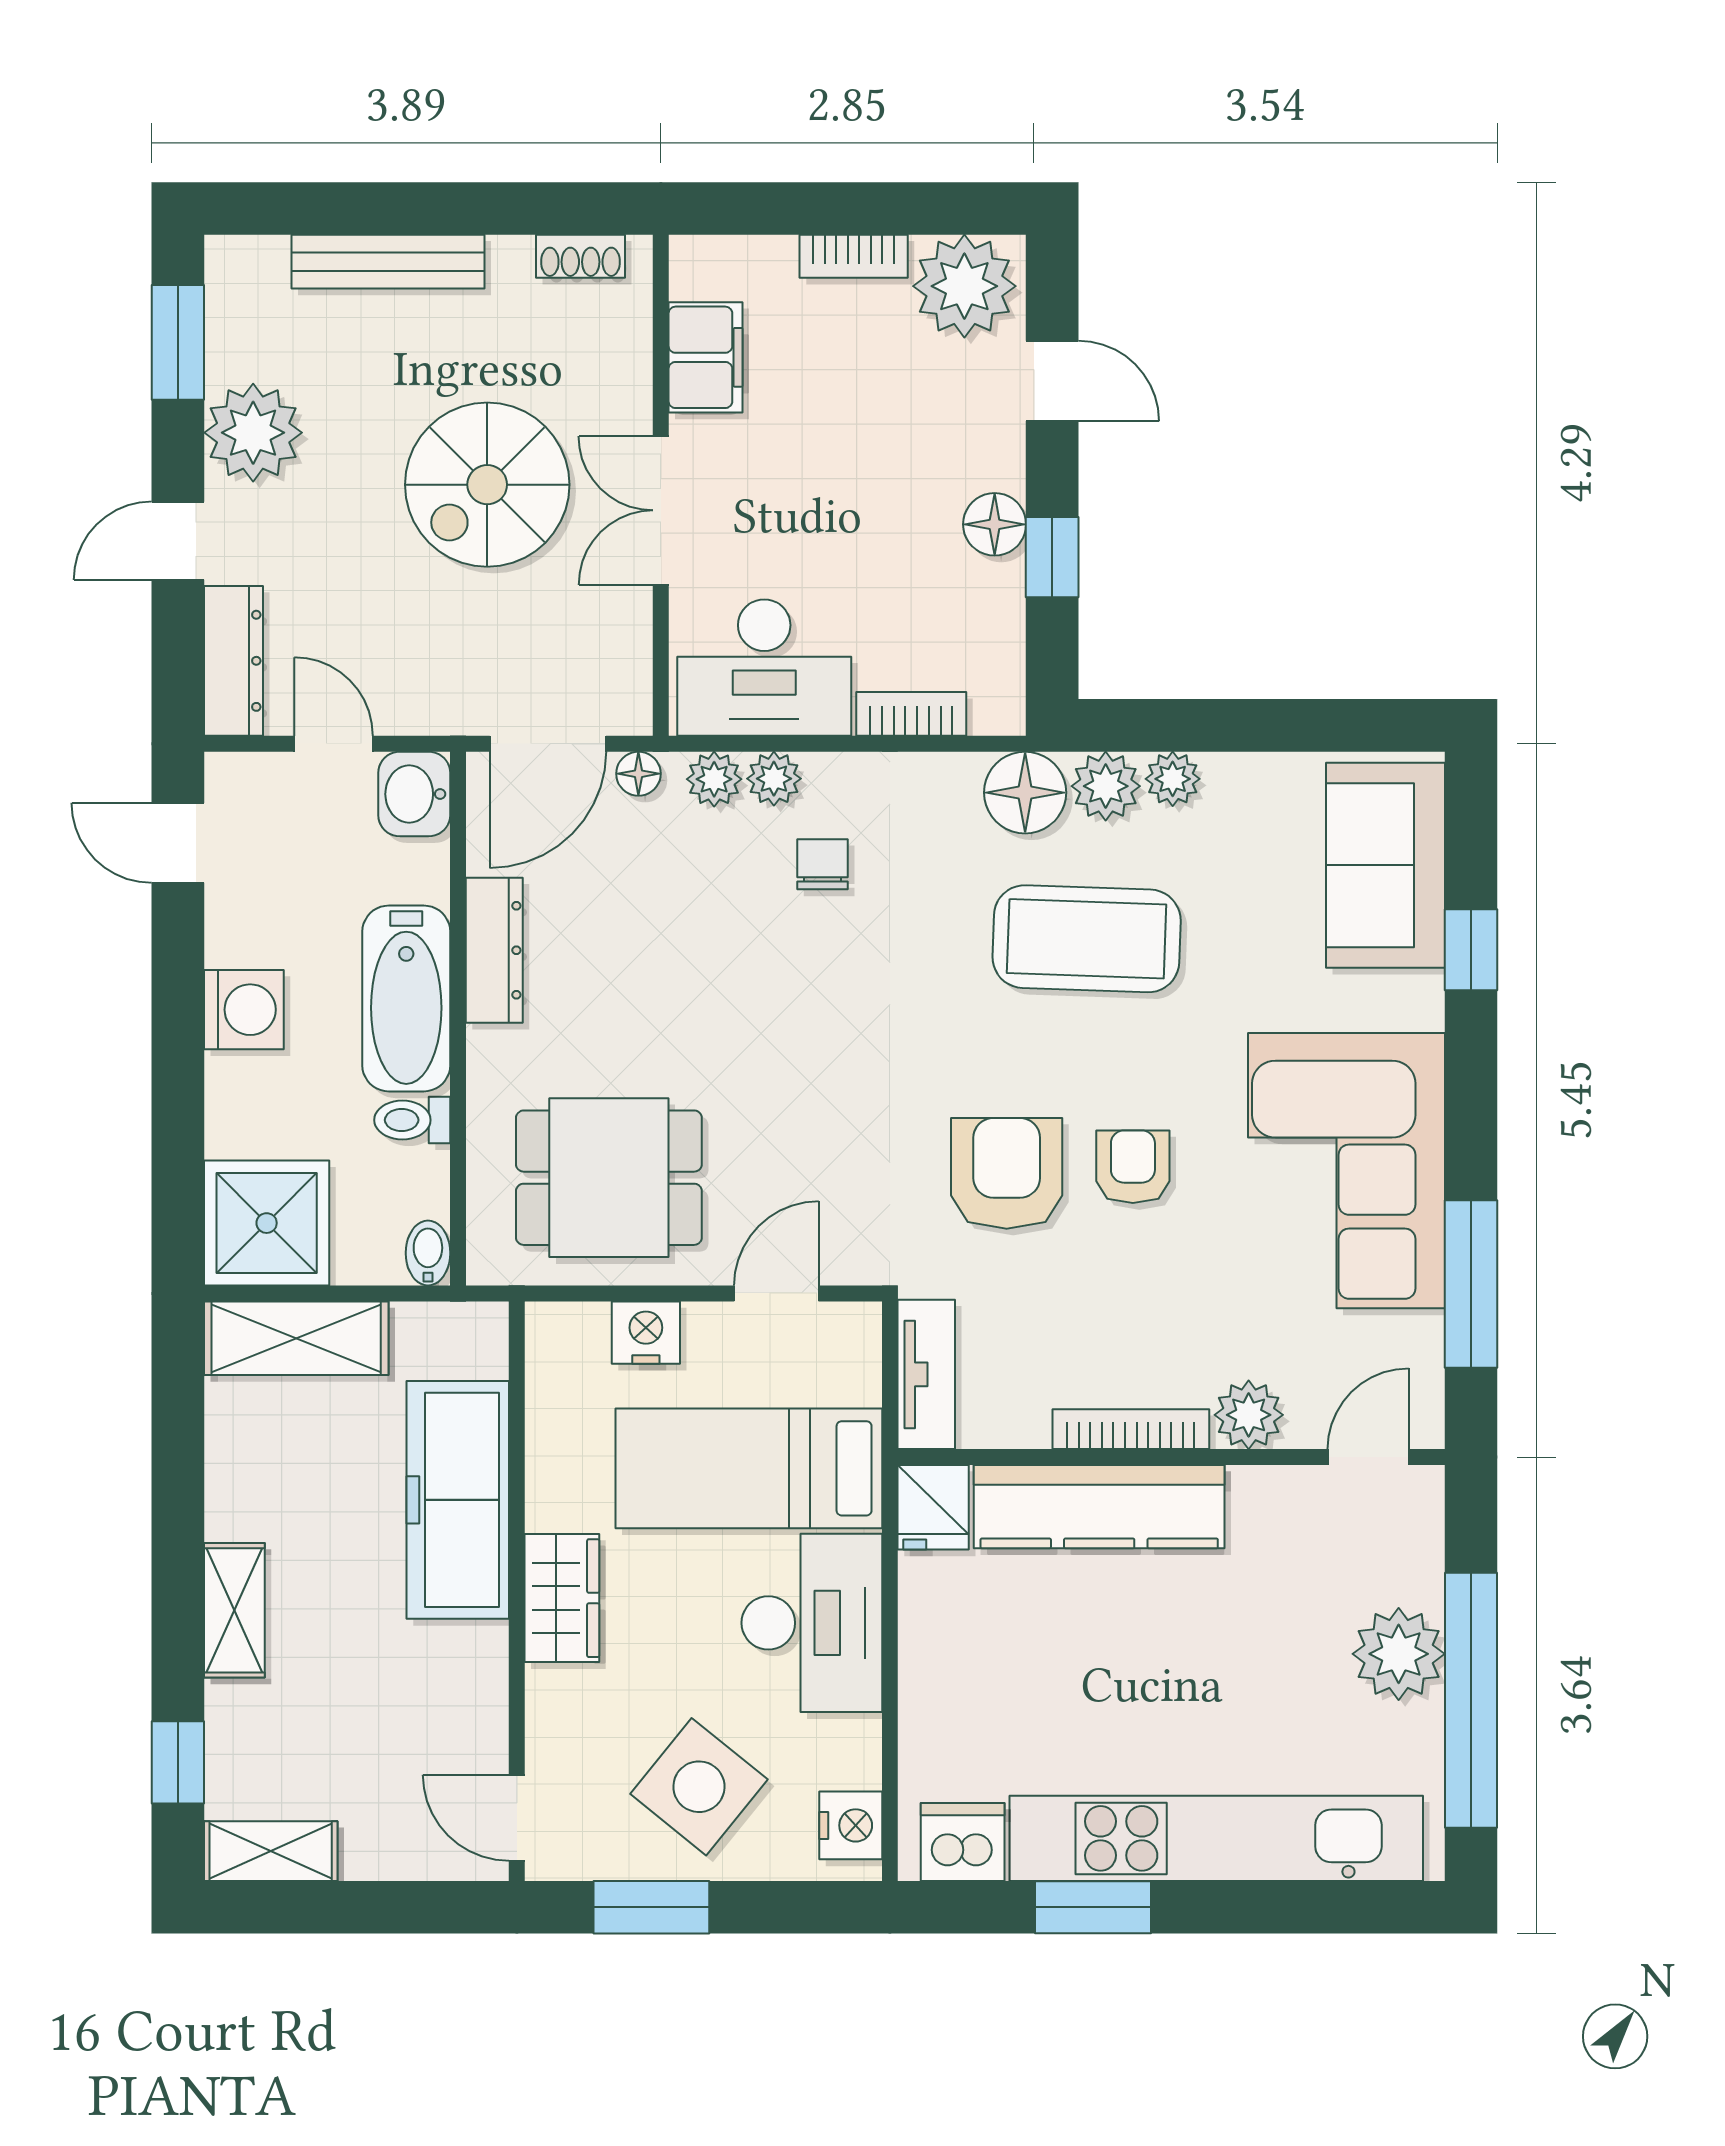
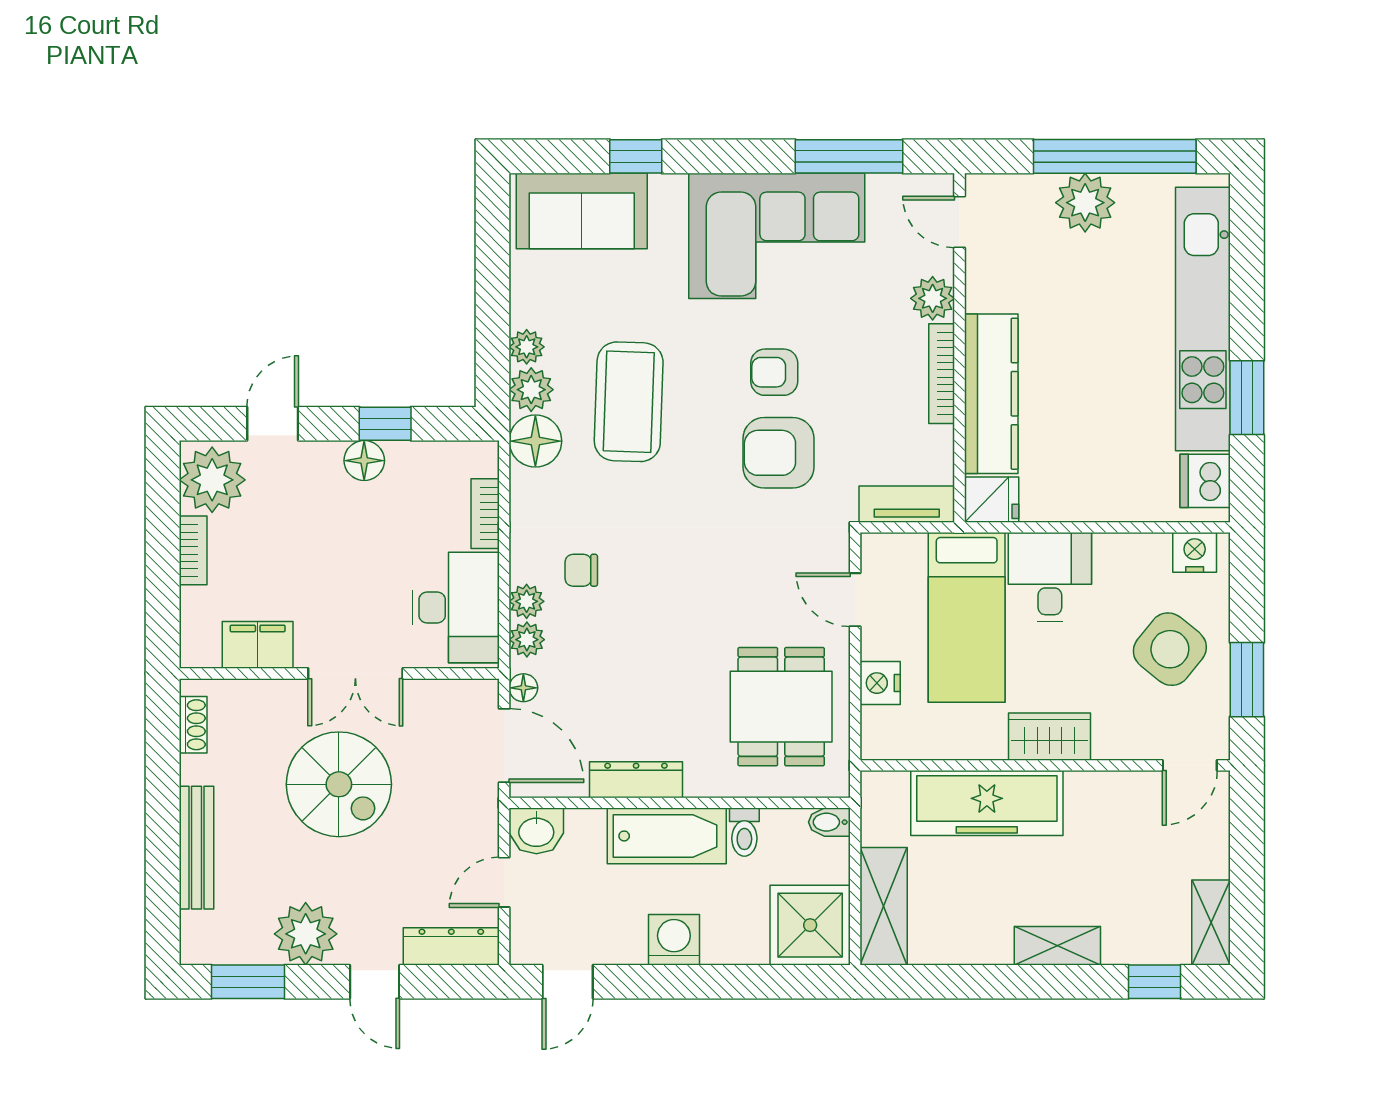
desk: (812, 1623) -> (1050, 577), width x0.73

